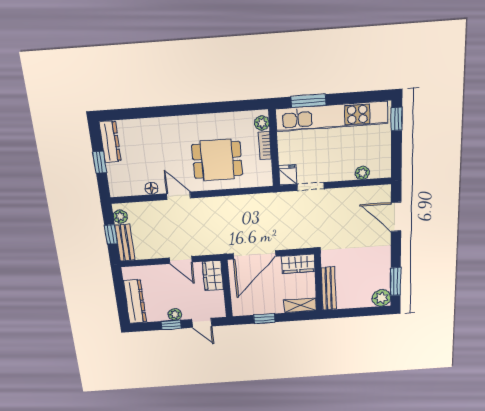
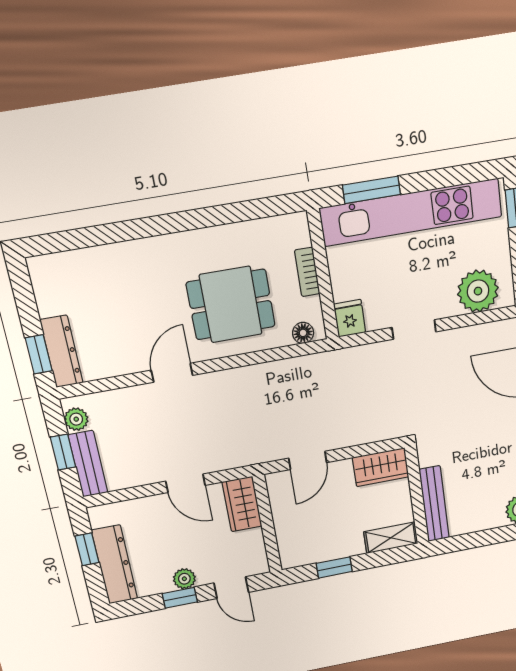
plant: (262, 123) -> (299, 234), removed
dresser: (110, 142) -> (62, 351), moved
window: (100, 162) -> (39, 354), moved
plant: (362, 173) -> (478, 291), width x1.88, depth x1.88
doorway: (310, 187) -> (414, 330), moved
floor lamp: (151, 188) -> (303, 333), moved
door: (179, 196) -> (172, 373), hinge flipped
door: (254, 255) -> (308, 460), width x0.53
window: (120, 291) -> (87, 549), added

